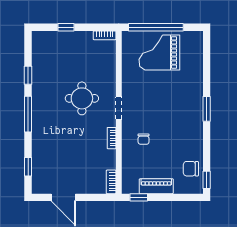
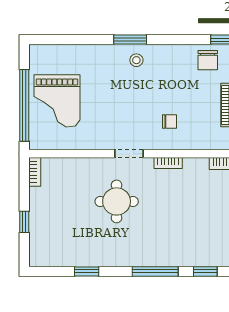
window: (28, 114) -> (155, 271), moved
stool: (191, 114) -> (136, 60), added

